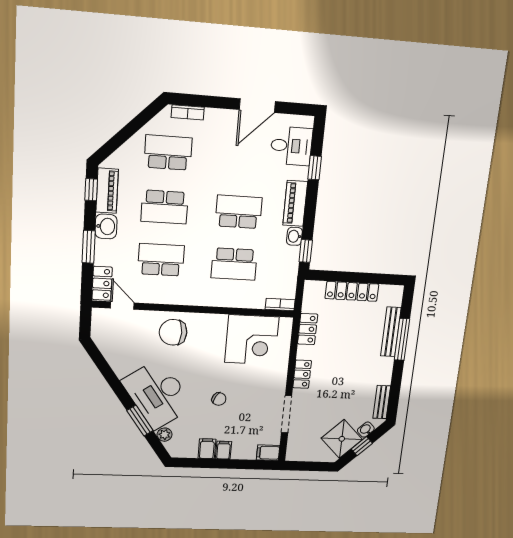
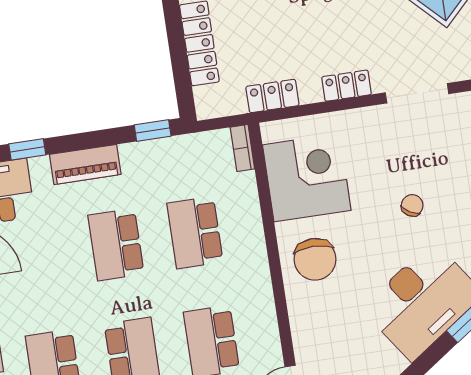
washbasin: (294, 236) -> (134, 153), removed
school desk: (234, 264) -> (195, 233), turned 180
chair: (173, 332) -> (315, 259), moved

